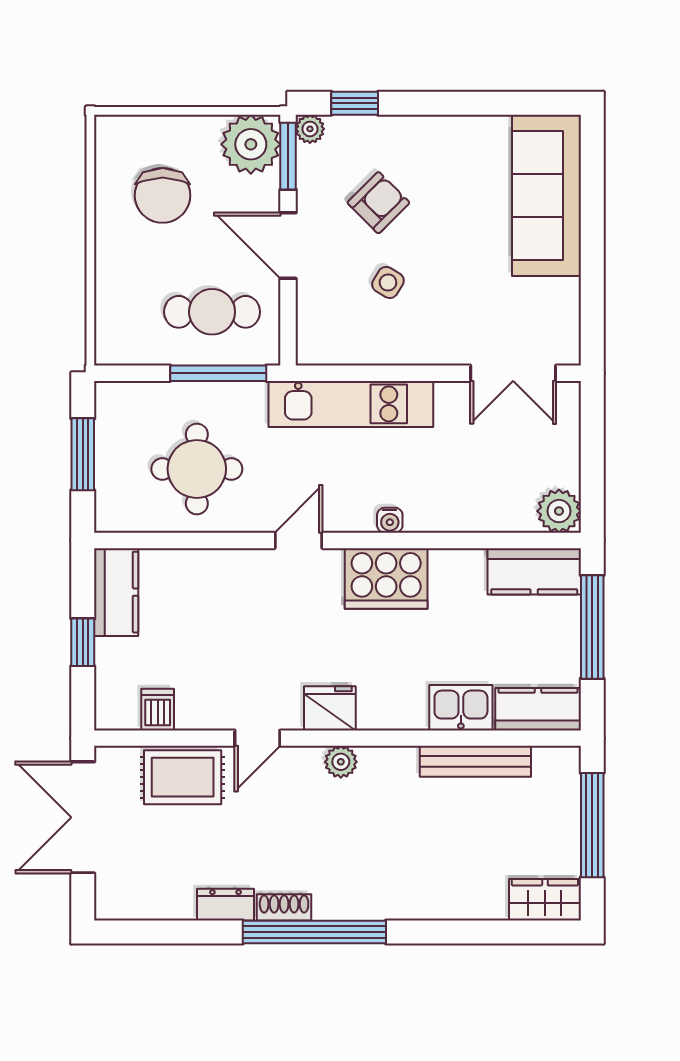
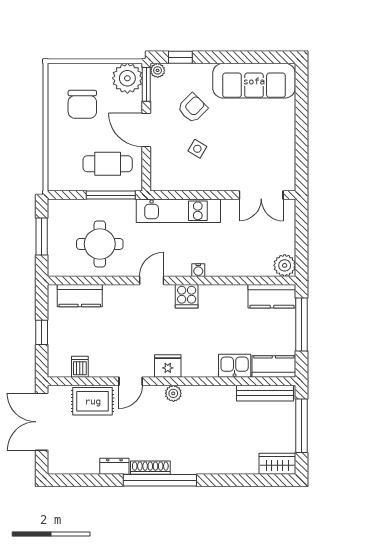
sofa: (546, 195) -> (254, 81), moved, turned -90
cooker: (386, 578) -> (187, 296), width x0.53, depth x0.76
kitchen counter: (116, 592) -> (80, 296), moved, turned 90
bench: (475, 761) -> (265, 393), moved
shoe rack: (284, 907) -> (150, 468), width x1.43

